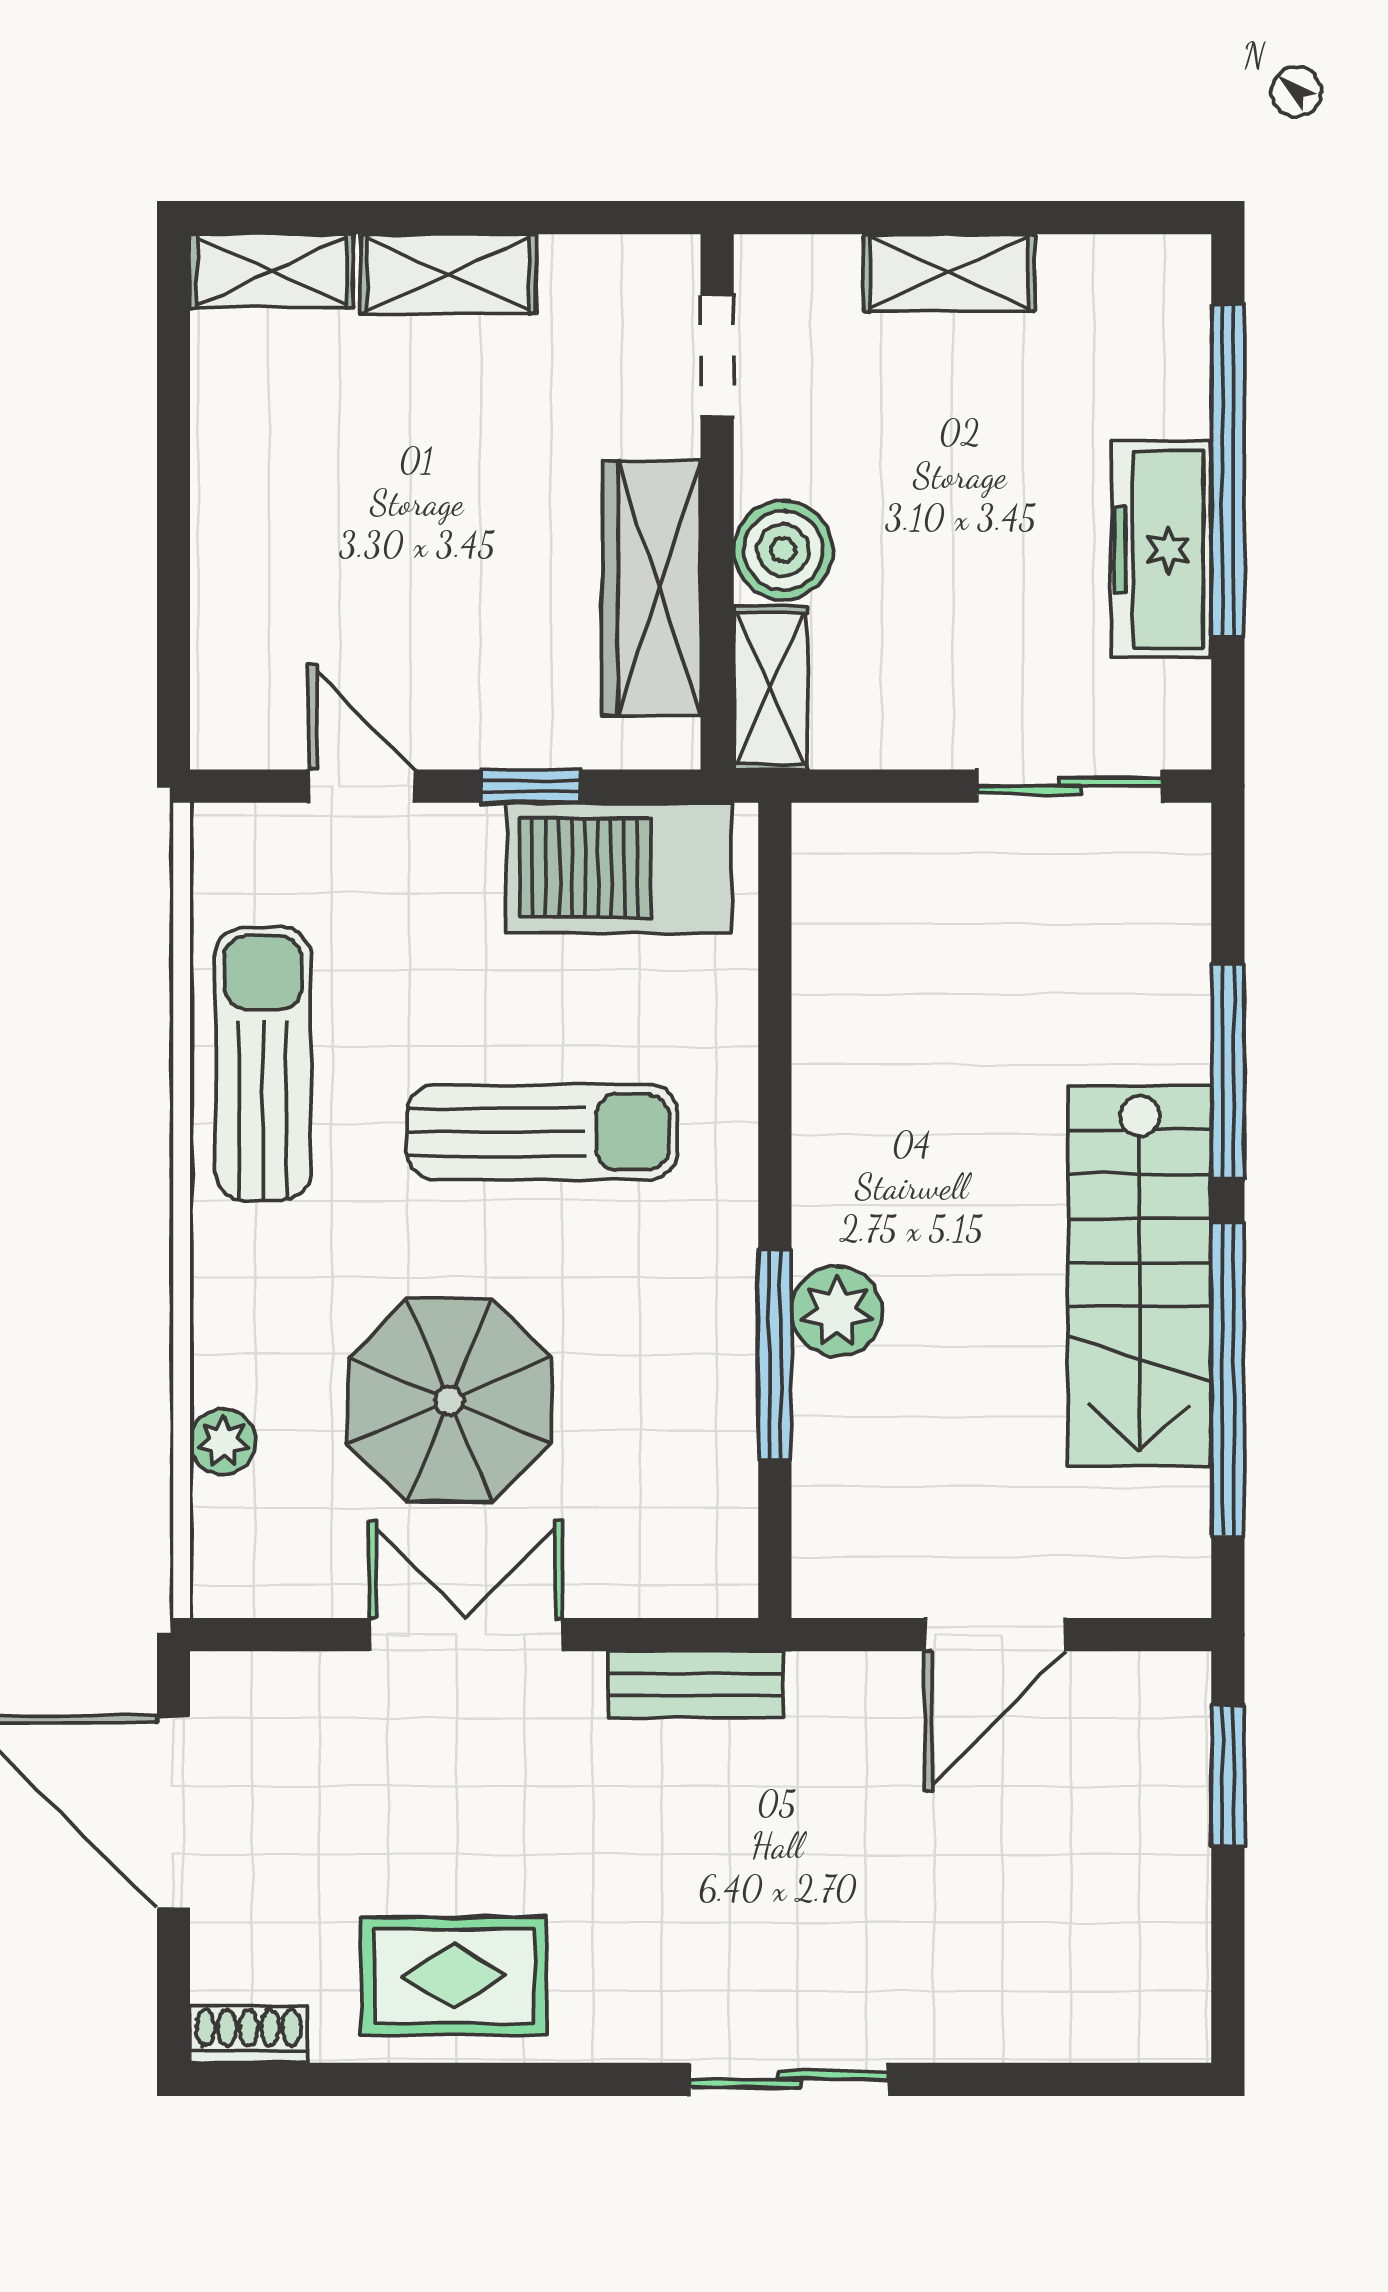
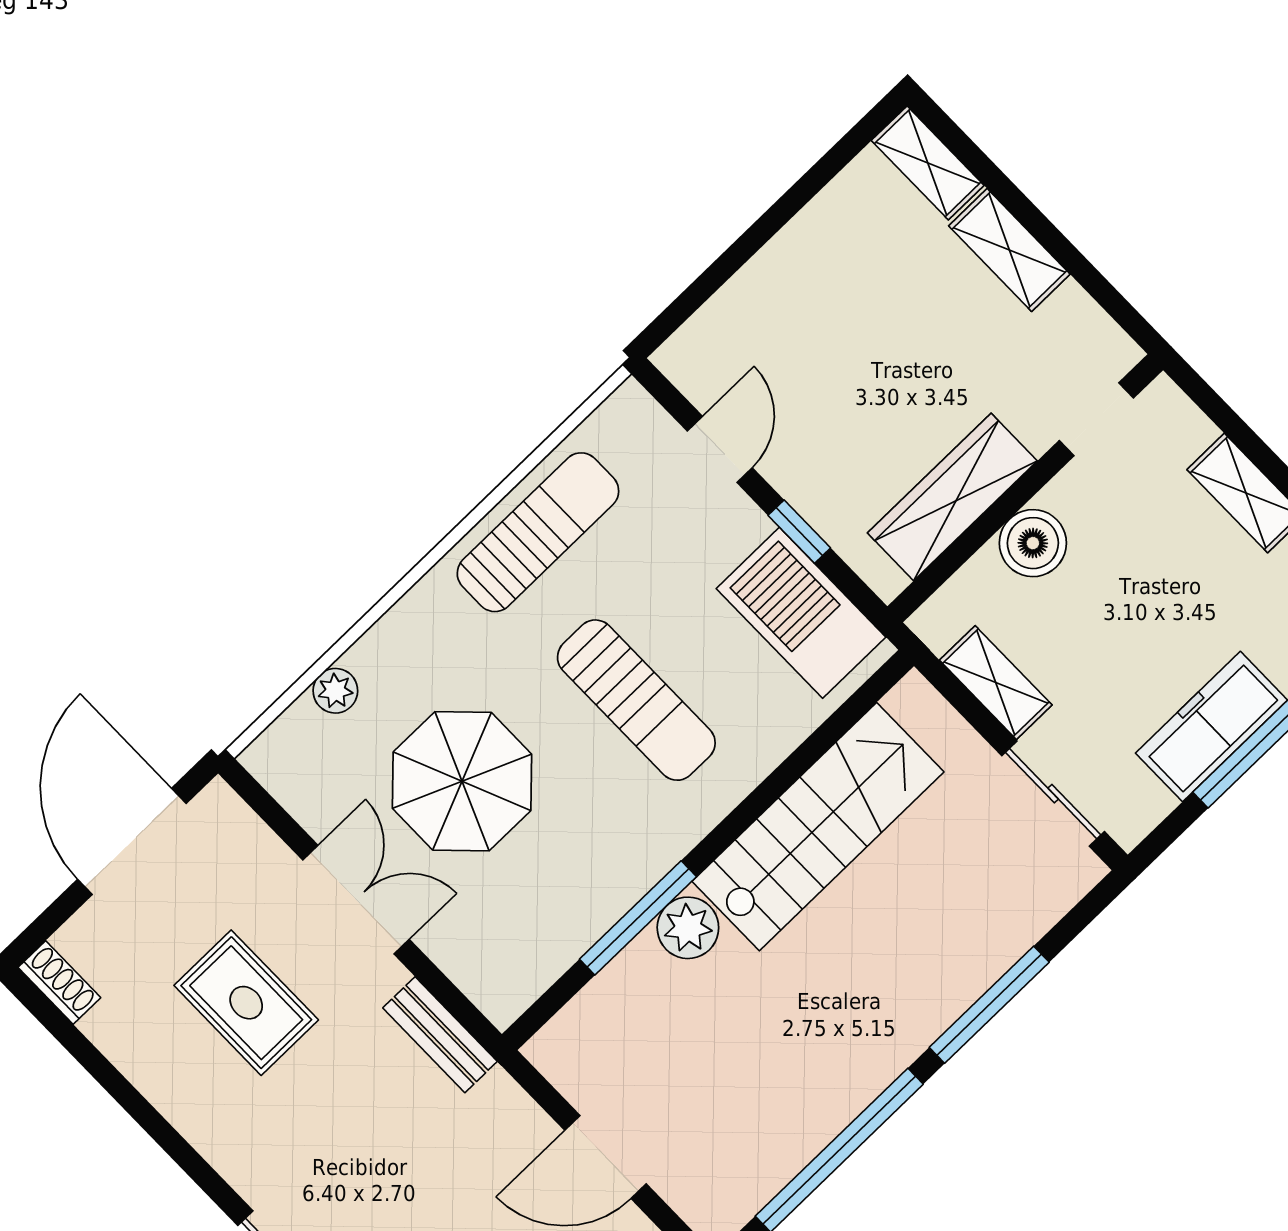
shelving: (770, 688) -> (996, 683), moved, turned 90
stairs: (1140, 1275) -> (818, 827), moved, turned 180
rug: (454, 1976) -> (246, 1003), moved

